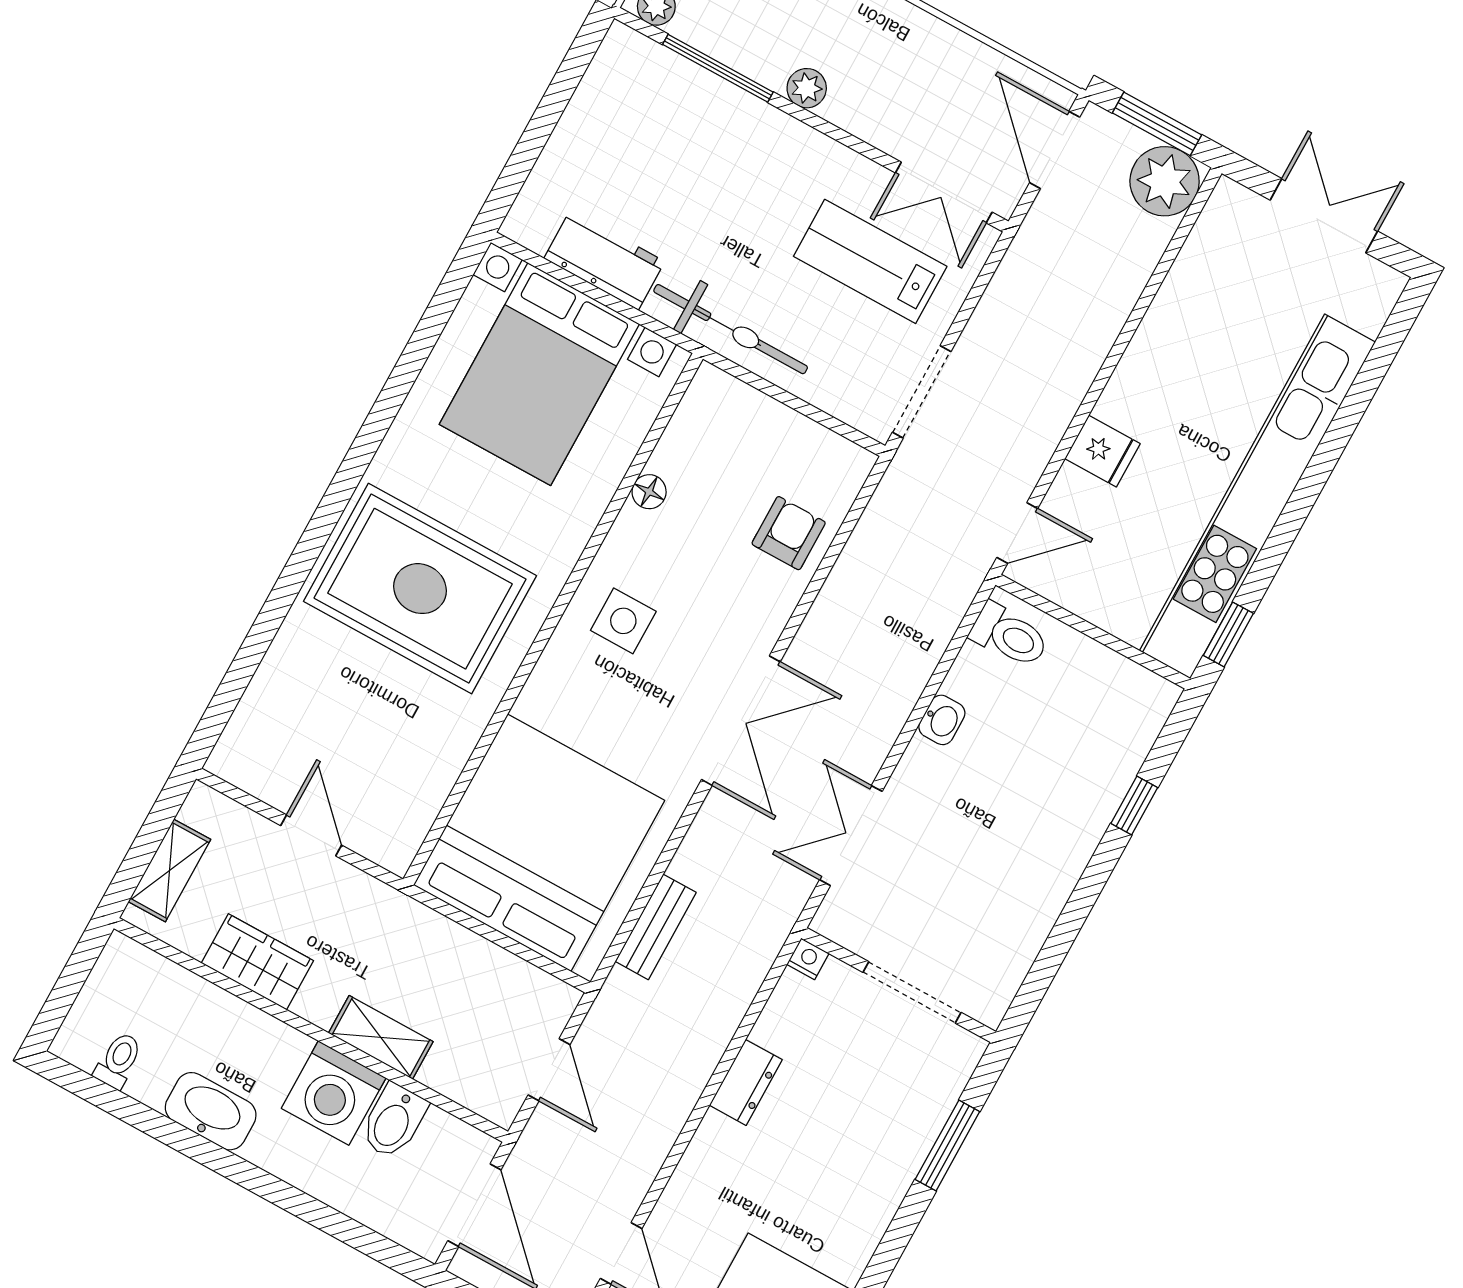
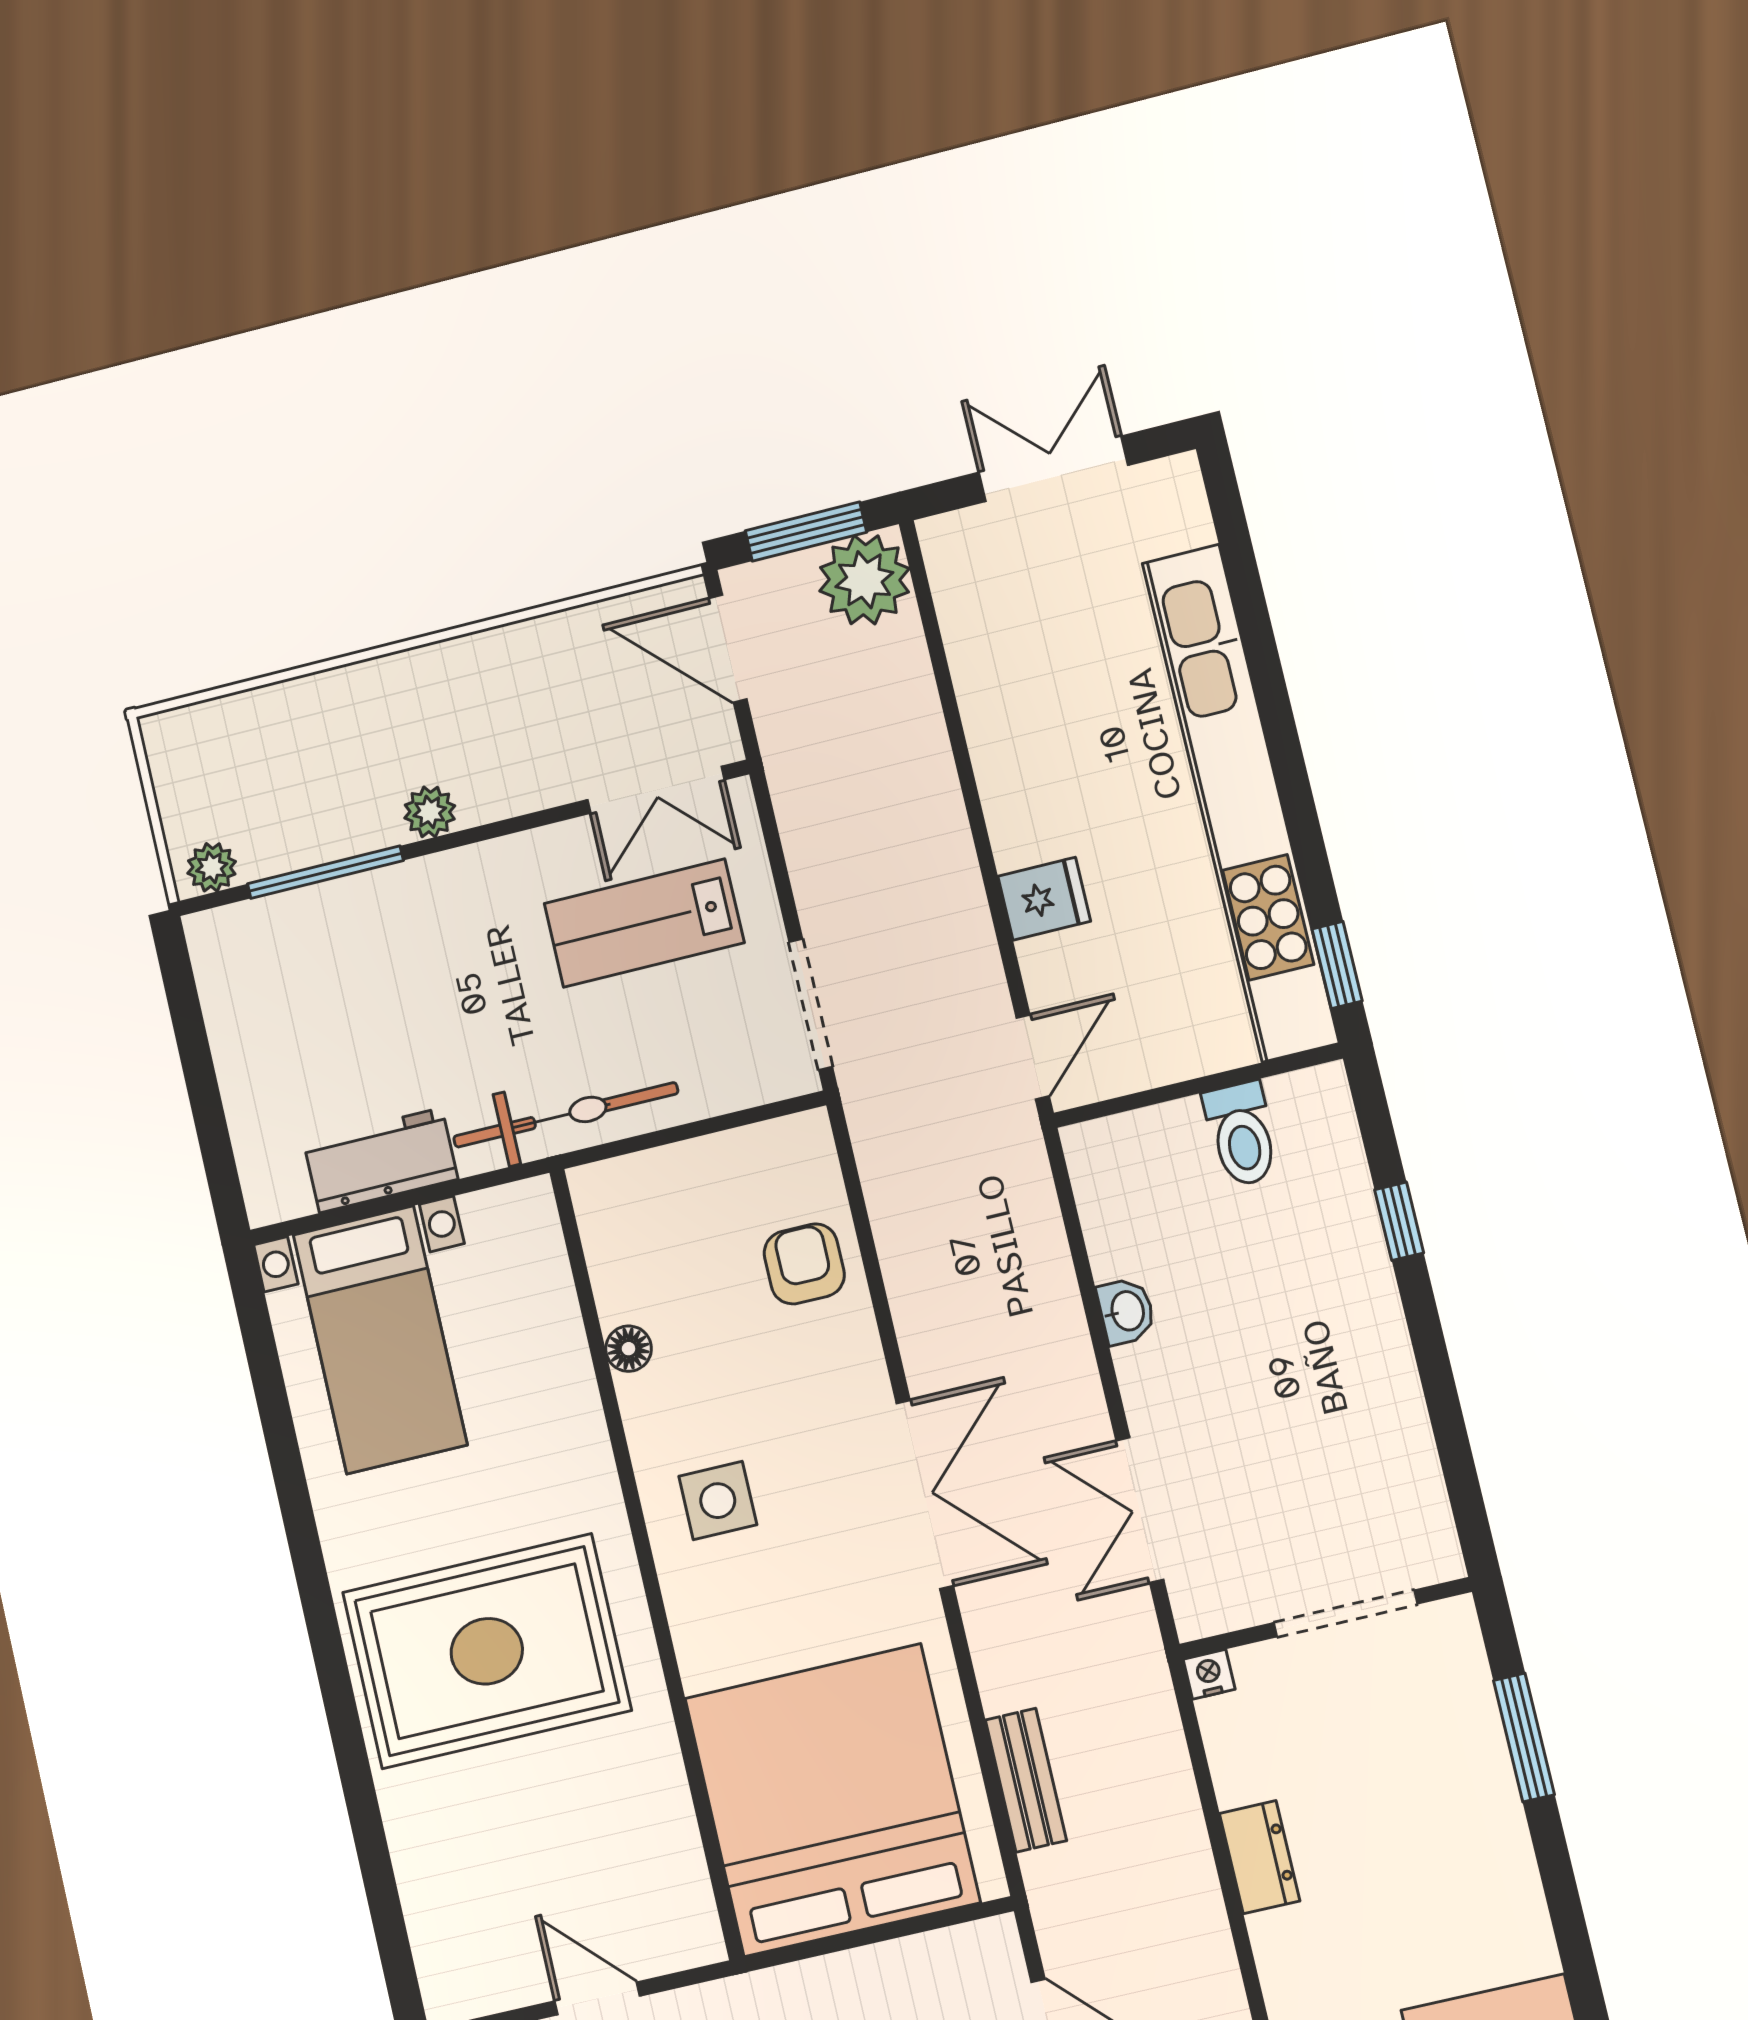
bed with nightstands: (539, 374) -> (380, 1340), width x0.73
toilet: (1009, 635) -> (1241, 1134), moved, turned 90

